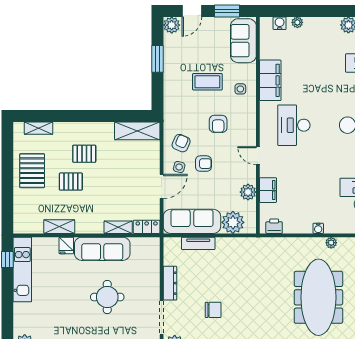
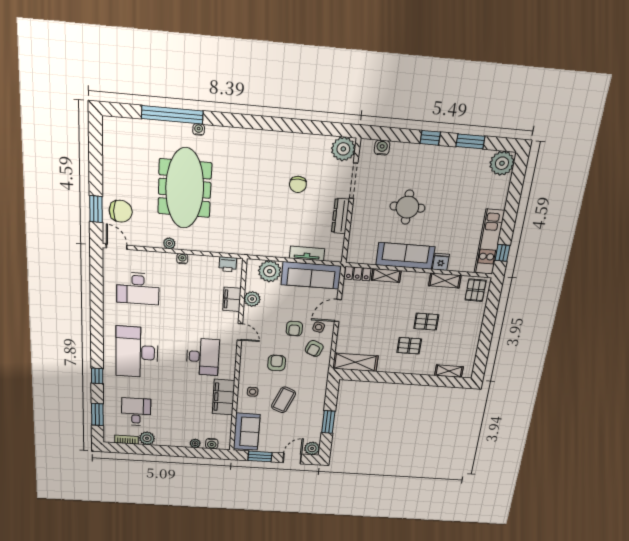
coffee table: (207, 82) -> (284, 400), turned -68
armchair: (203, 164) -> (294, 329), turned -90
pallet: (32, 171) -> (475, 290), moved, width x0.67, depth x0.71
chair: (213, 310) -> (298, 184), turned -90

